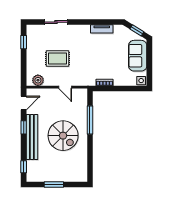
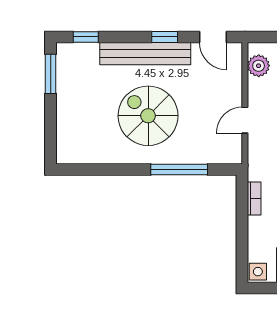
spiral stairs: (63, 136) -> (148, 116), turned 90
window: (54, 184) -> (51, 74), moved

